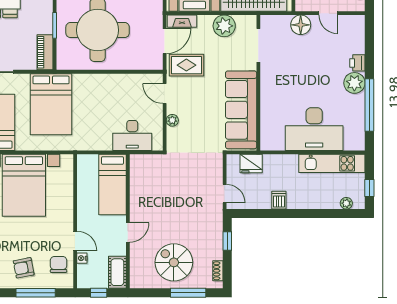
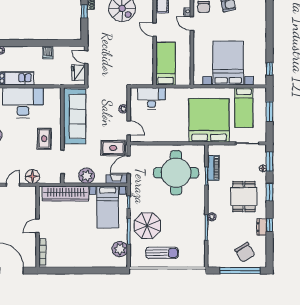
door: (328, 13) -> (13, 185), hinge flipped
piano: (45, 52) -> (213, 168), moved
rug: (284, 78) -> (44, 139), added
bed: (51, 104) -> (209, 120), width x1.36
fridge: (251, 163) -> (78, 73), moved, turned -90
door: (128, 232) -> (155, 30), hinge flipped
window: (227, 241) -> (84, 11), moved

